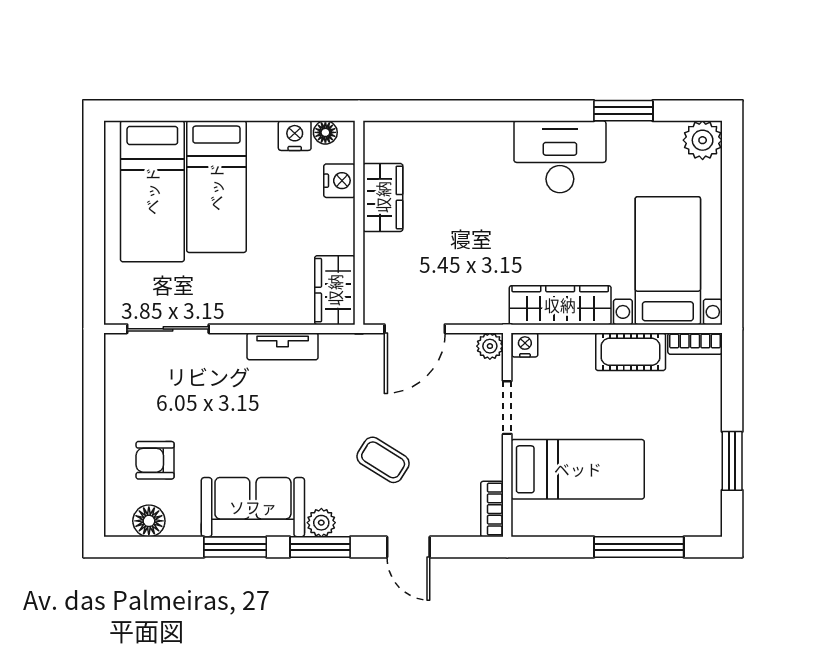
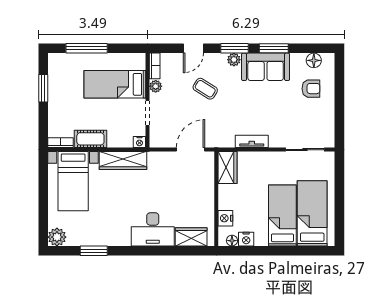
desk: (560, 157) -> (153, 229), moved
wardrobe: (383, 197) -> (191, 237), moved, turned 90
plant: (490, 346) -> (156, 86), moved
door: (408, 547) -> (193, 48), swing flipped

